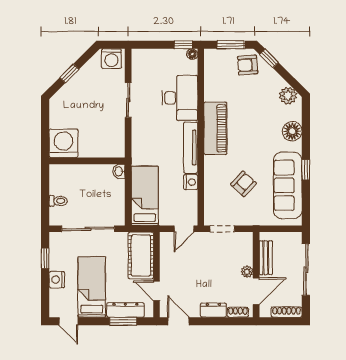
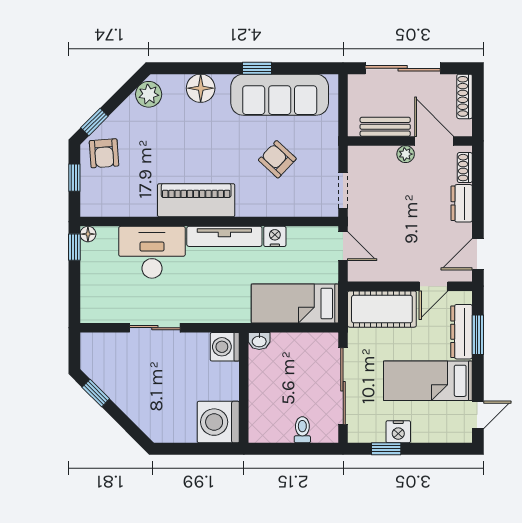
window: (231, 45) -> (74, 178), width x0.67
washing machine: (111, 59) -> (225, 347), moved, turned 180
window: (69, 73) -> (96, 393), moved
nightstand: (57, 280) -> (398, 432), moved

